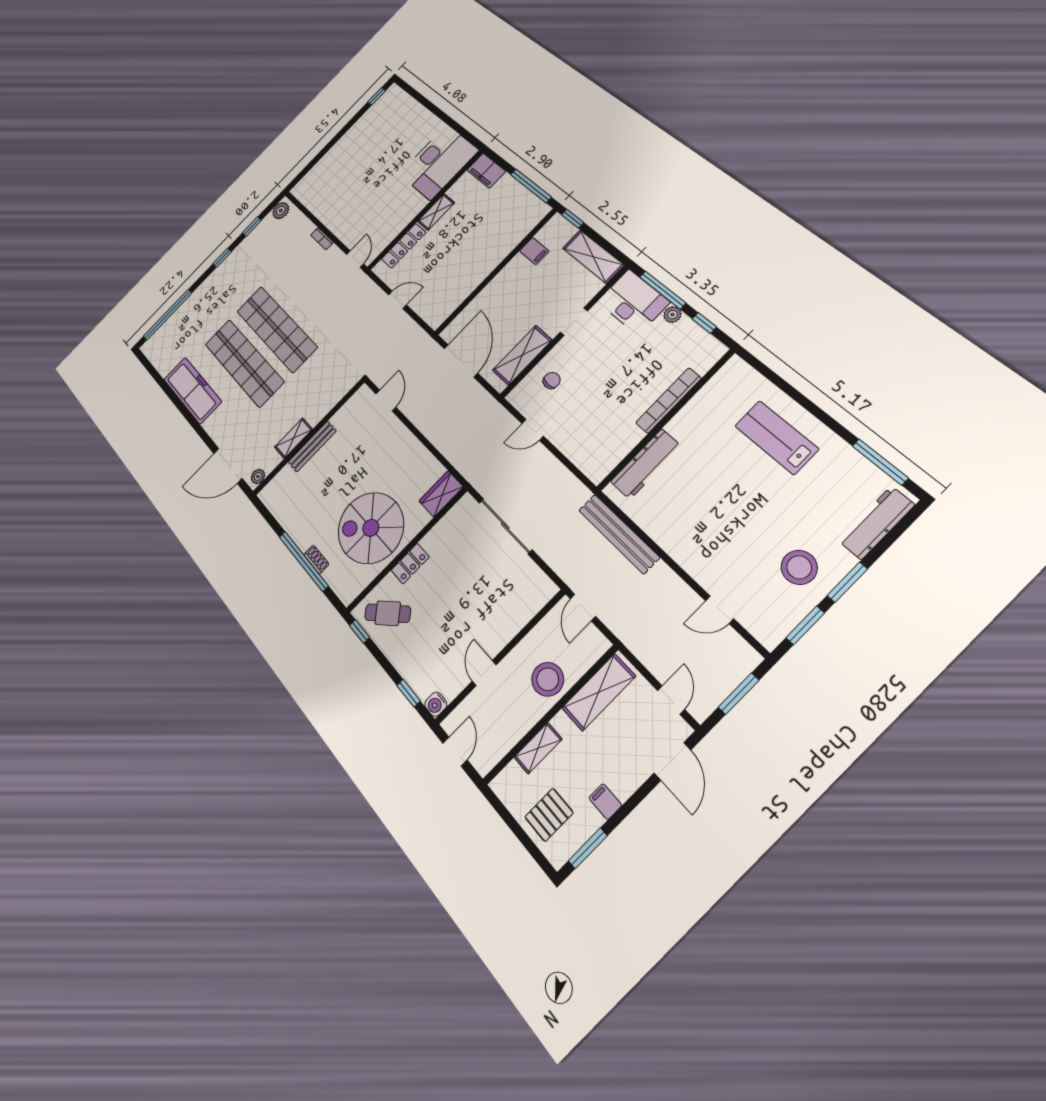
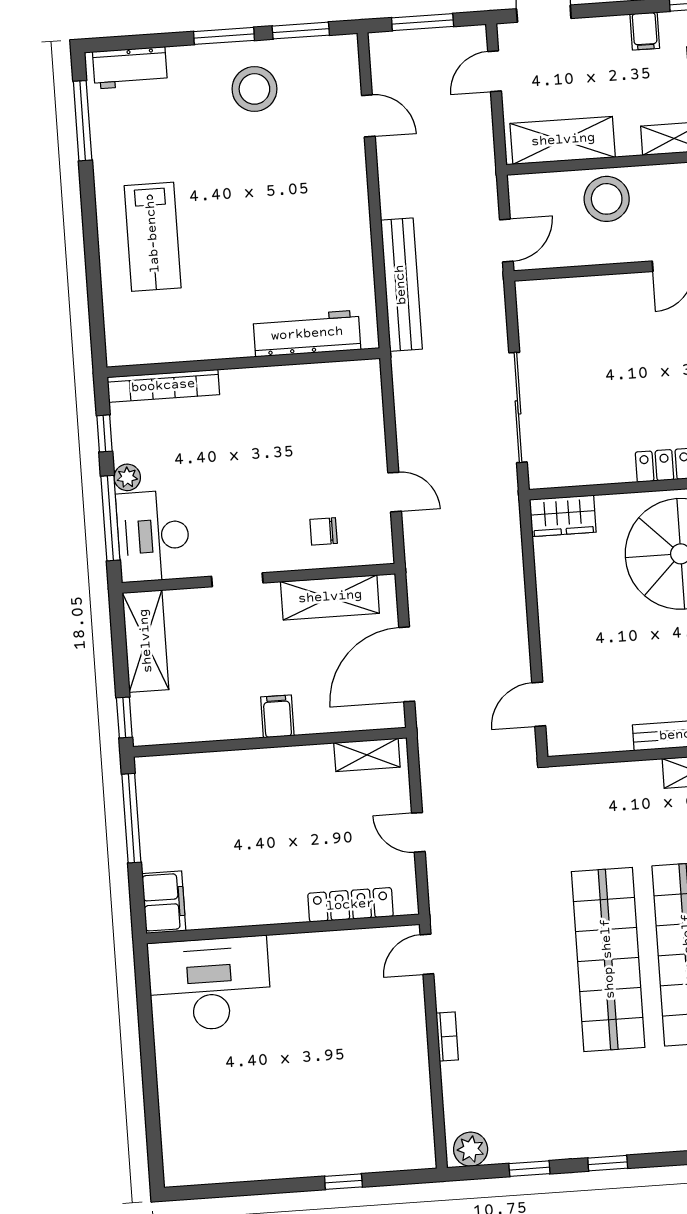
window: (377, 96) -> (343, 1182), moved
shelving: (436, 212) -> (367, 755), moved
filing cabinet: (534, 251) -> (277, 716), moved
bookcase: (668, 400) -> (163, 386), moved
workbench: (876, 523) -> (130, 68), width x0.73

